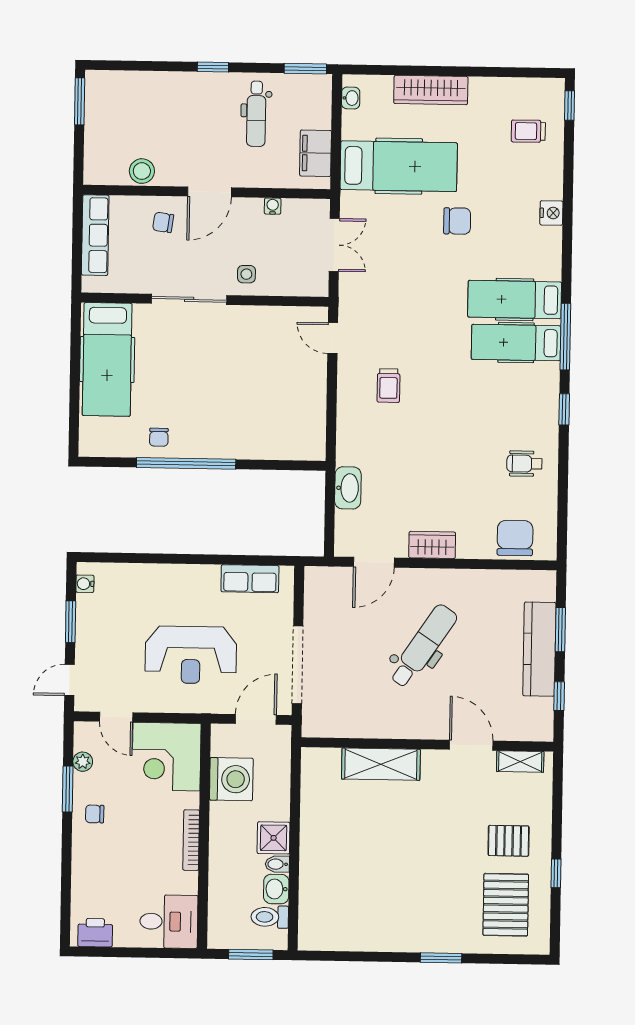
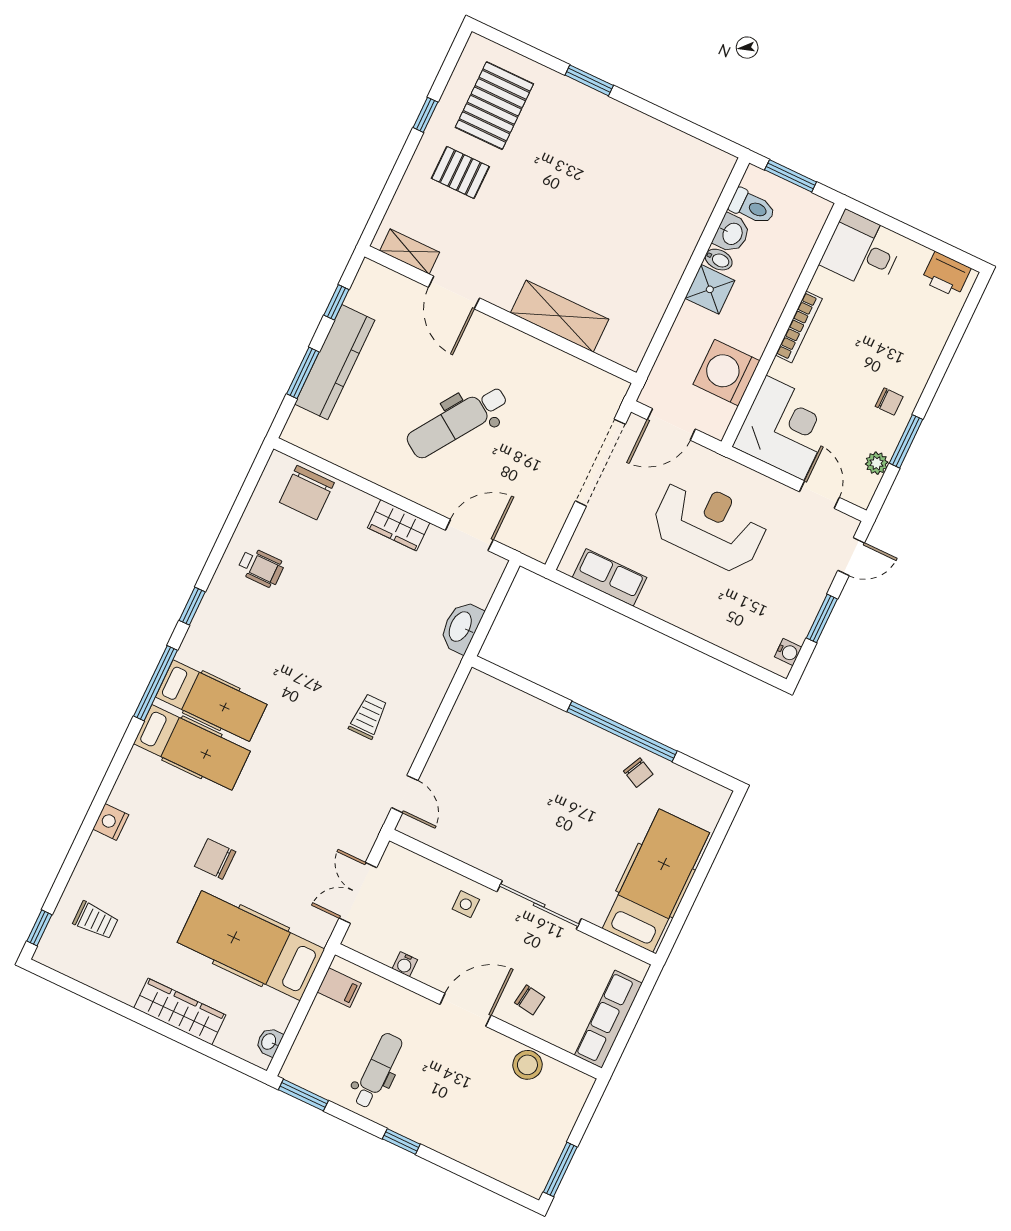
filing cabinet: (316, 153) -> (339, 988), width x0.50
chair: (159, 437) -> (638, 773), turned 116

